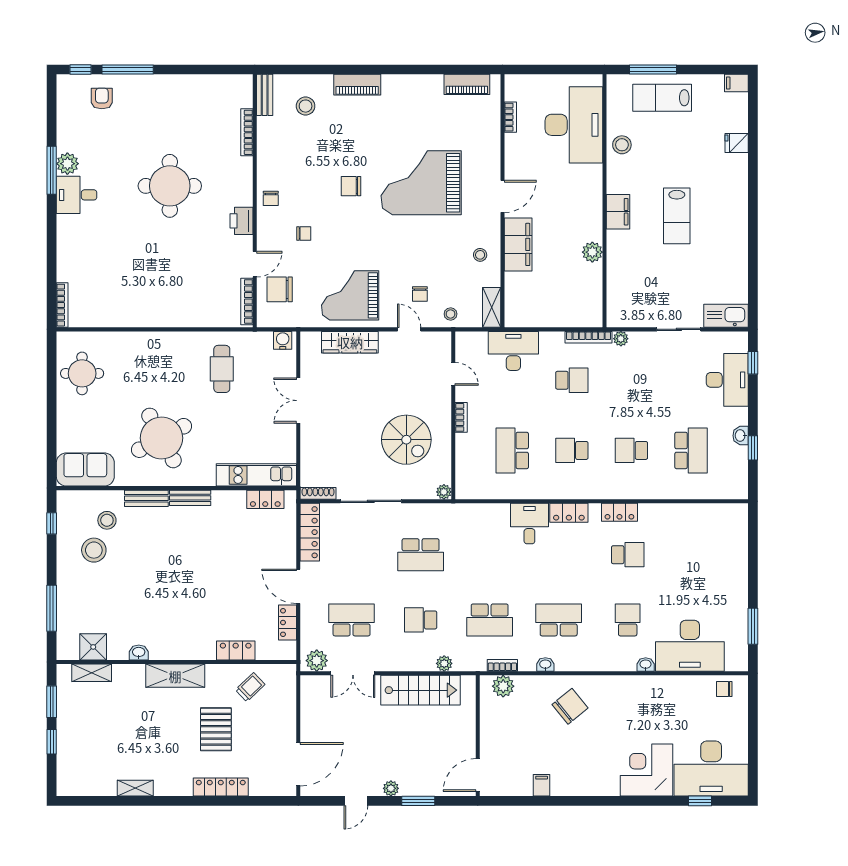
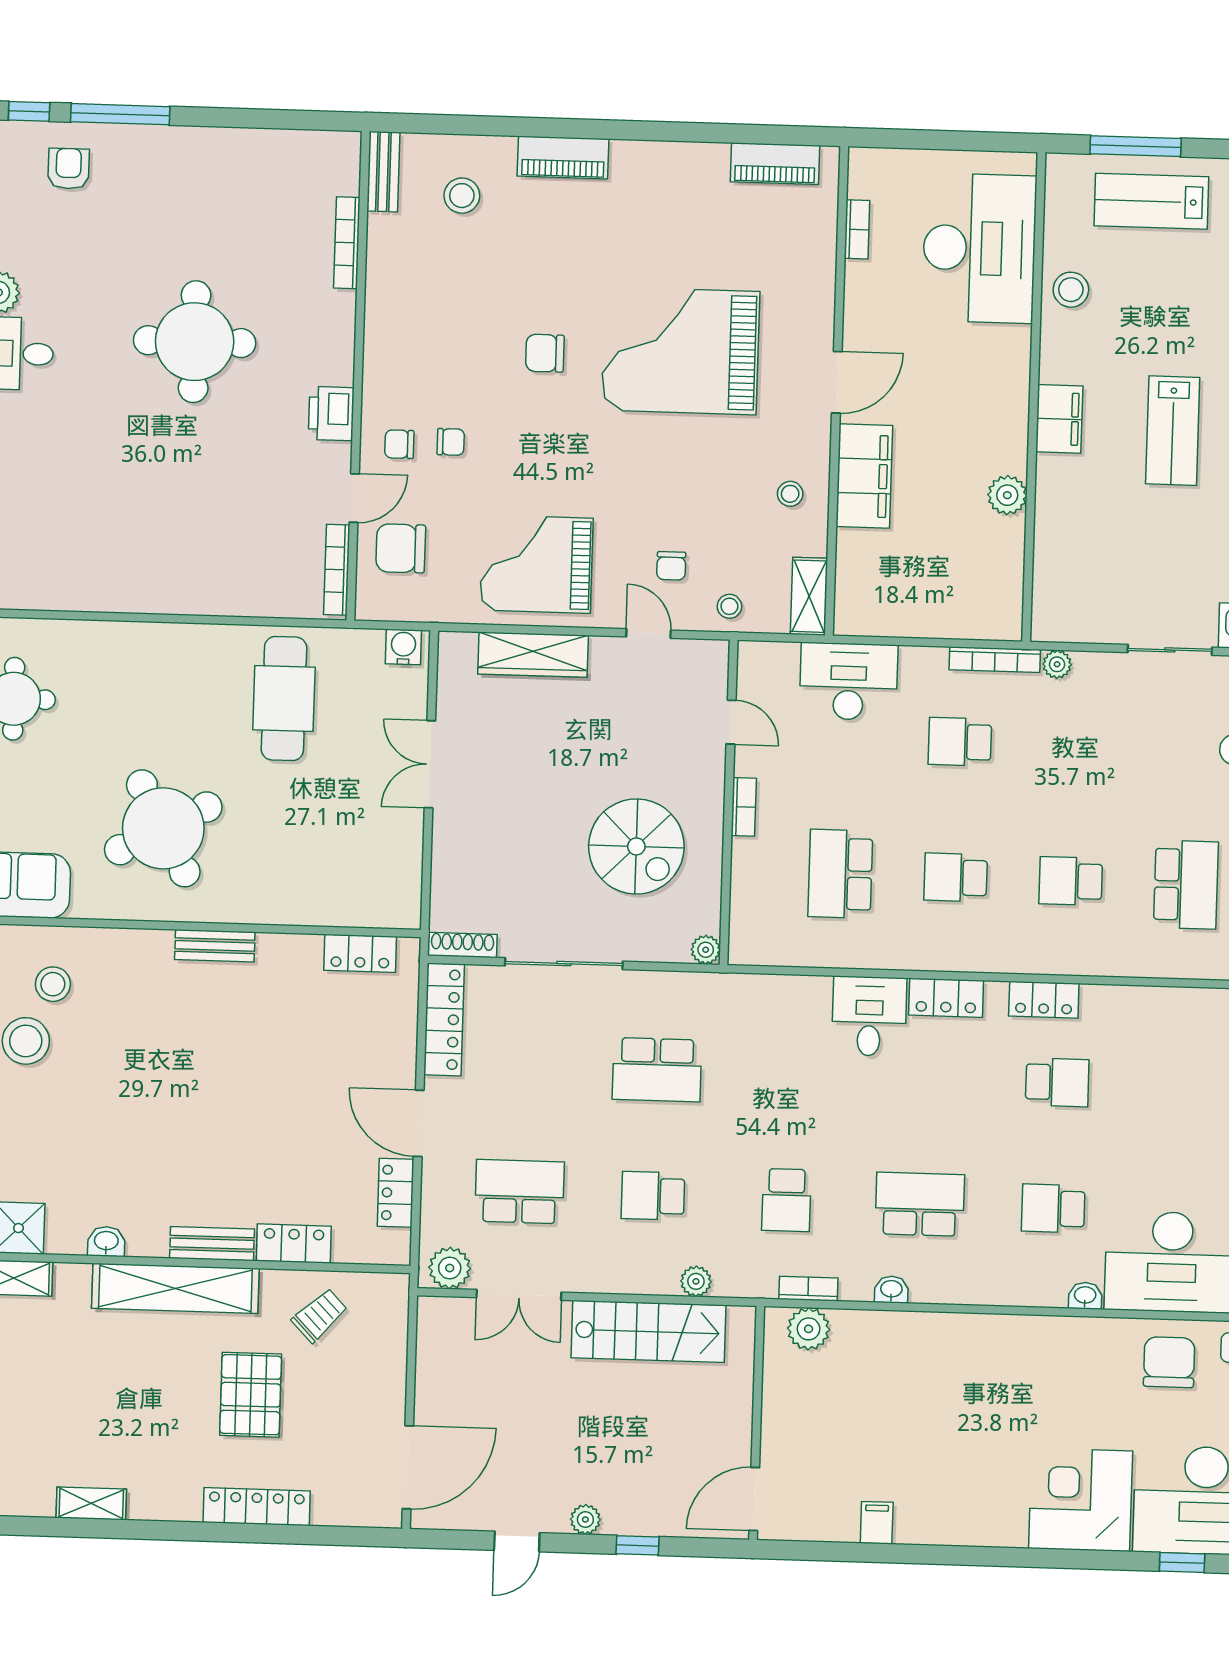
chair: (271, 198) -> (399, 444), moved, turned 90
cafe table: (222, 369) -> (284, 699), width x1.37, depth x1.35
school desk: (572, 380) -> (960, 742), turned 180
kitchen unit: (256, 475) -> (345, 906), removed
bench: (146, 498) -> (212, 1244), moved
school desk: (490, 620) -> (786, 1200), width x0.54
school desk: (628, 620) -> (1053, 1208), turned -90
shelving: (175, 676) -> (175, 1288), width x1.47
chair: (570, 706) -> (1169, 1362), moved, turned -51
window: (418, 801) -> (637, 1545), width x0.67

